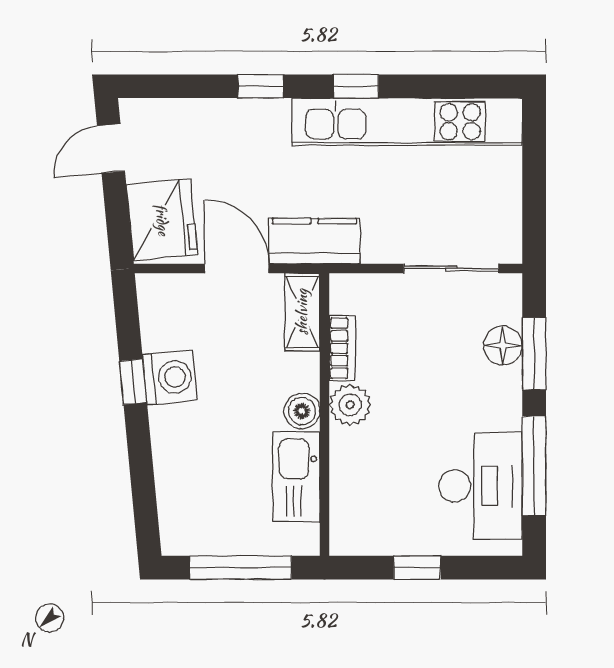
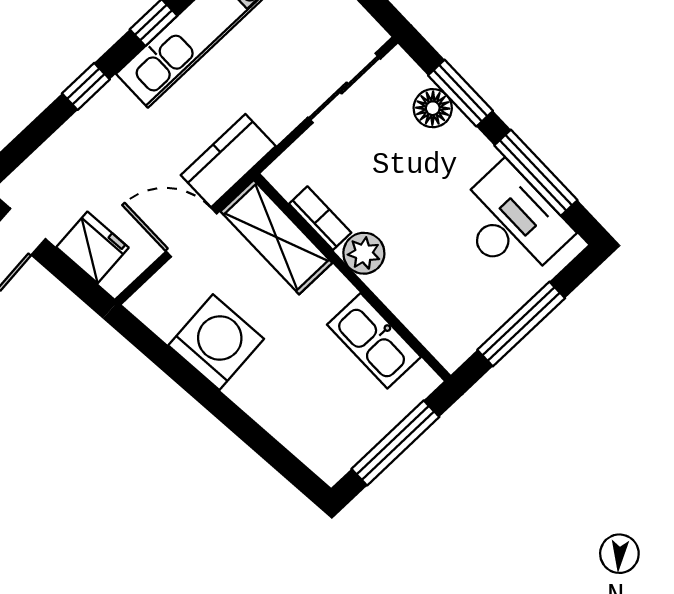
fridge: (162, 220) -> (92, 247), width x0.73, depth x0.75
shelving: (302, 312) -> (276, 237), width x1.50, depth x1.33
washing machine: (170, 377) -> (216, 342), width x1.37, depth x1.37
window: (133, 382) -> (194, 383), removed
boiler: (302, 411) -> (334, 290), removed
window: (417, 568) -> (521, 324), width x2.17

